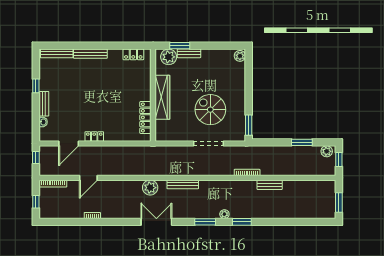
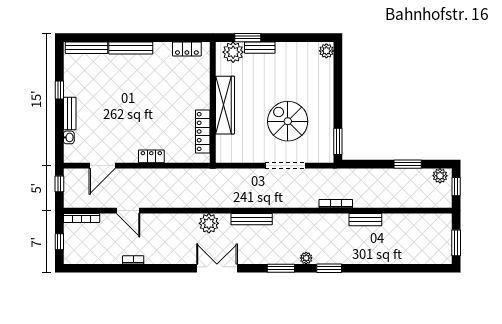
locker: (94, 136) -> (151, 156), moved
door: (88, 178) -> (128, 211), hinge flipped

